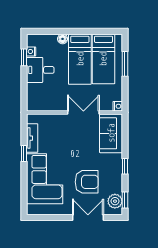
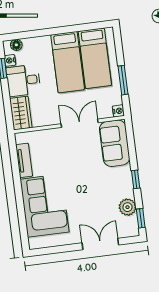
floor lamp: (63, 39) -> (16, 45), moved
window: (125, 64) -> (123, 80), moved
wardrobe: (35, 97) -> (21, 113), added
window: (24, 153) -> (17, 179), removed
armchair: (87, 182) -> (94, 203), removed
plant: (115, 201) -> (127, 207), moved

